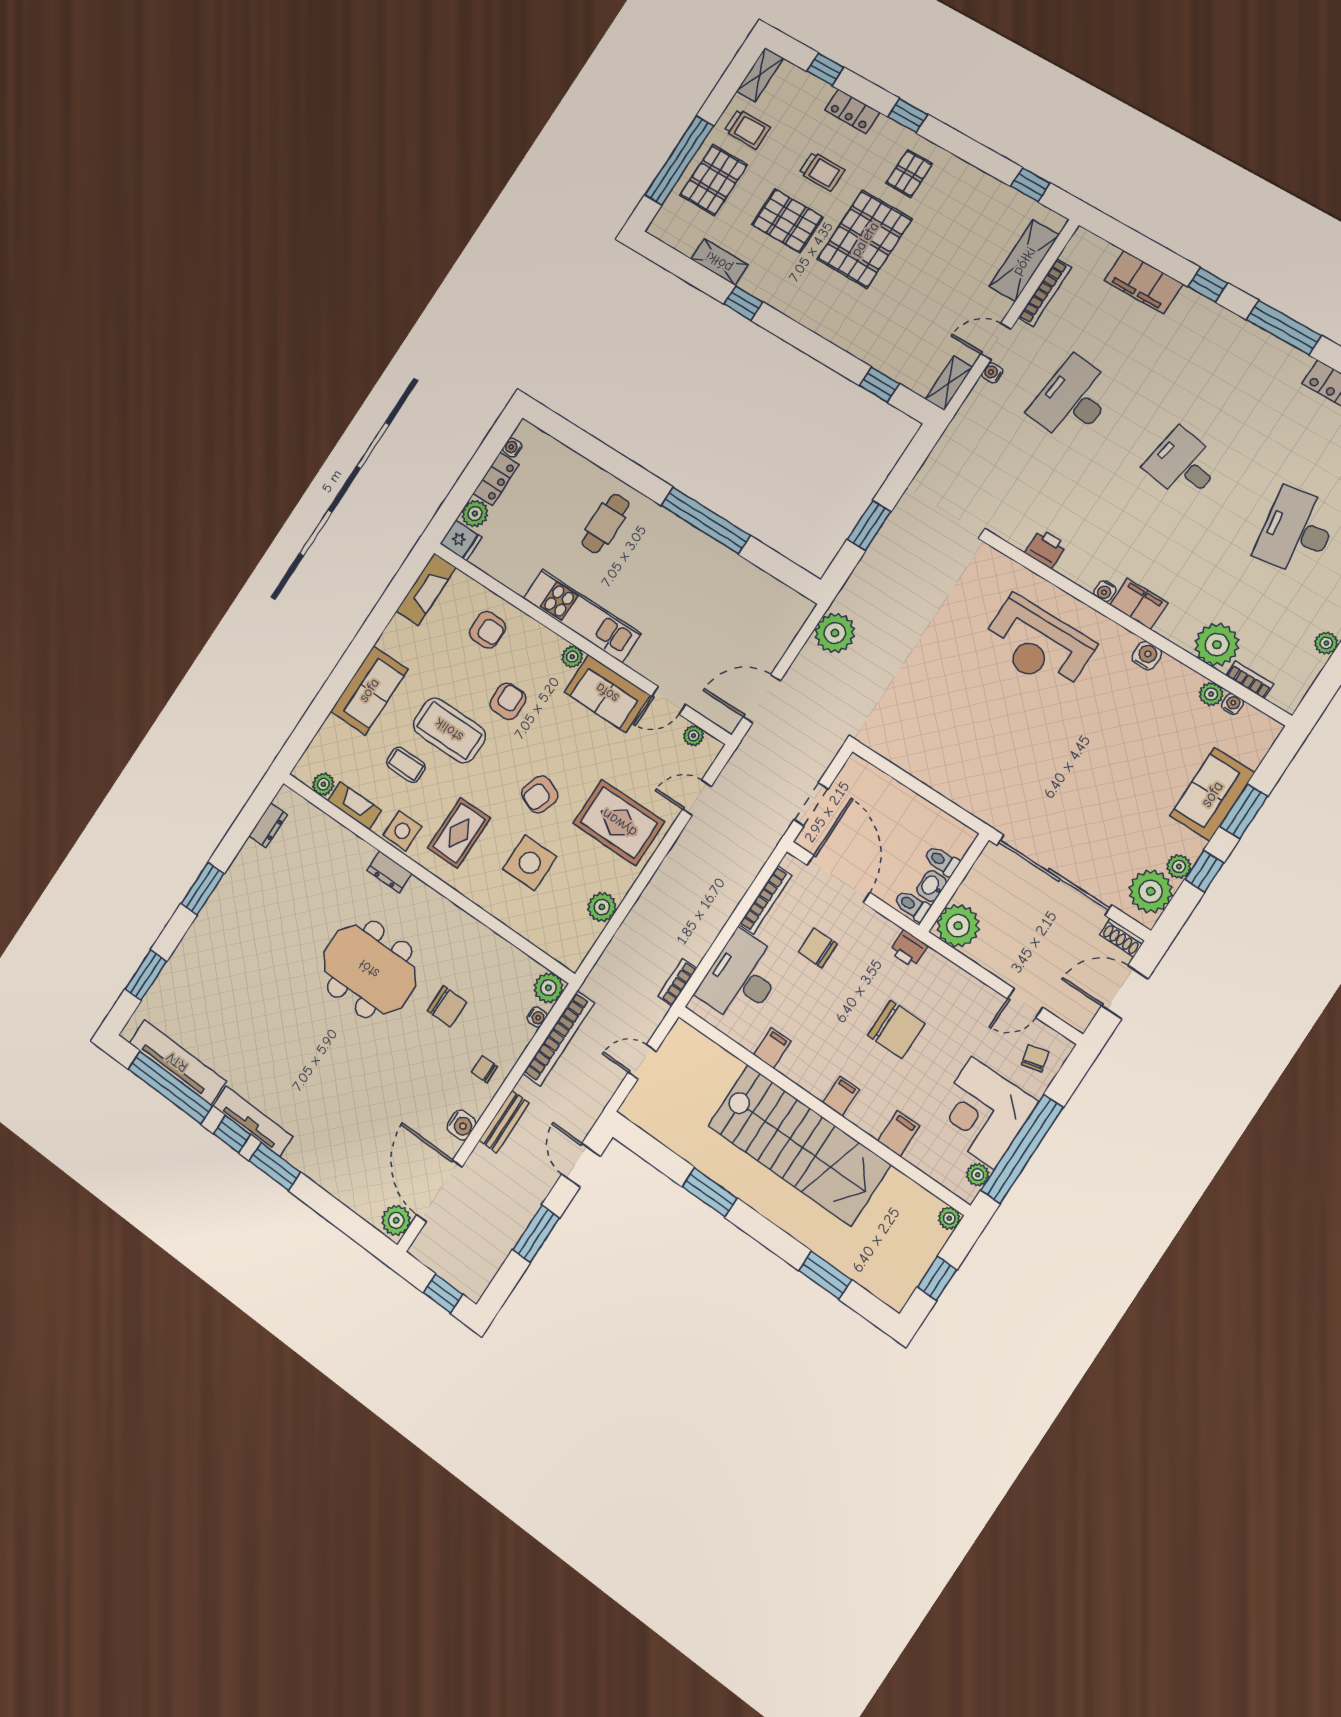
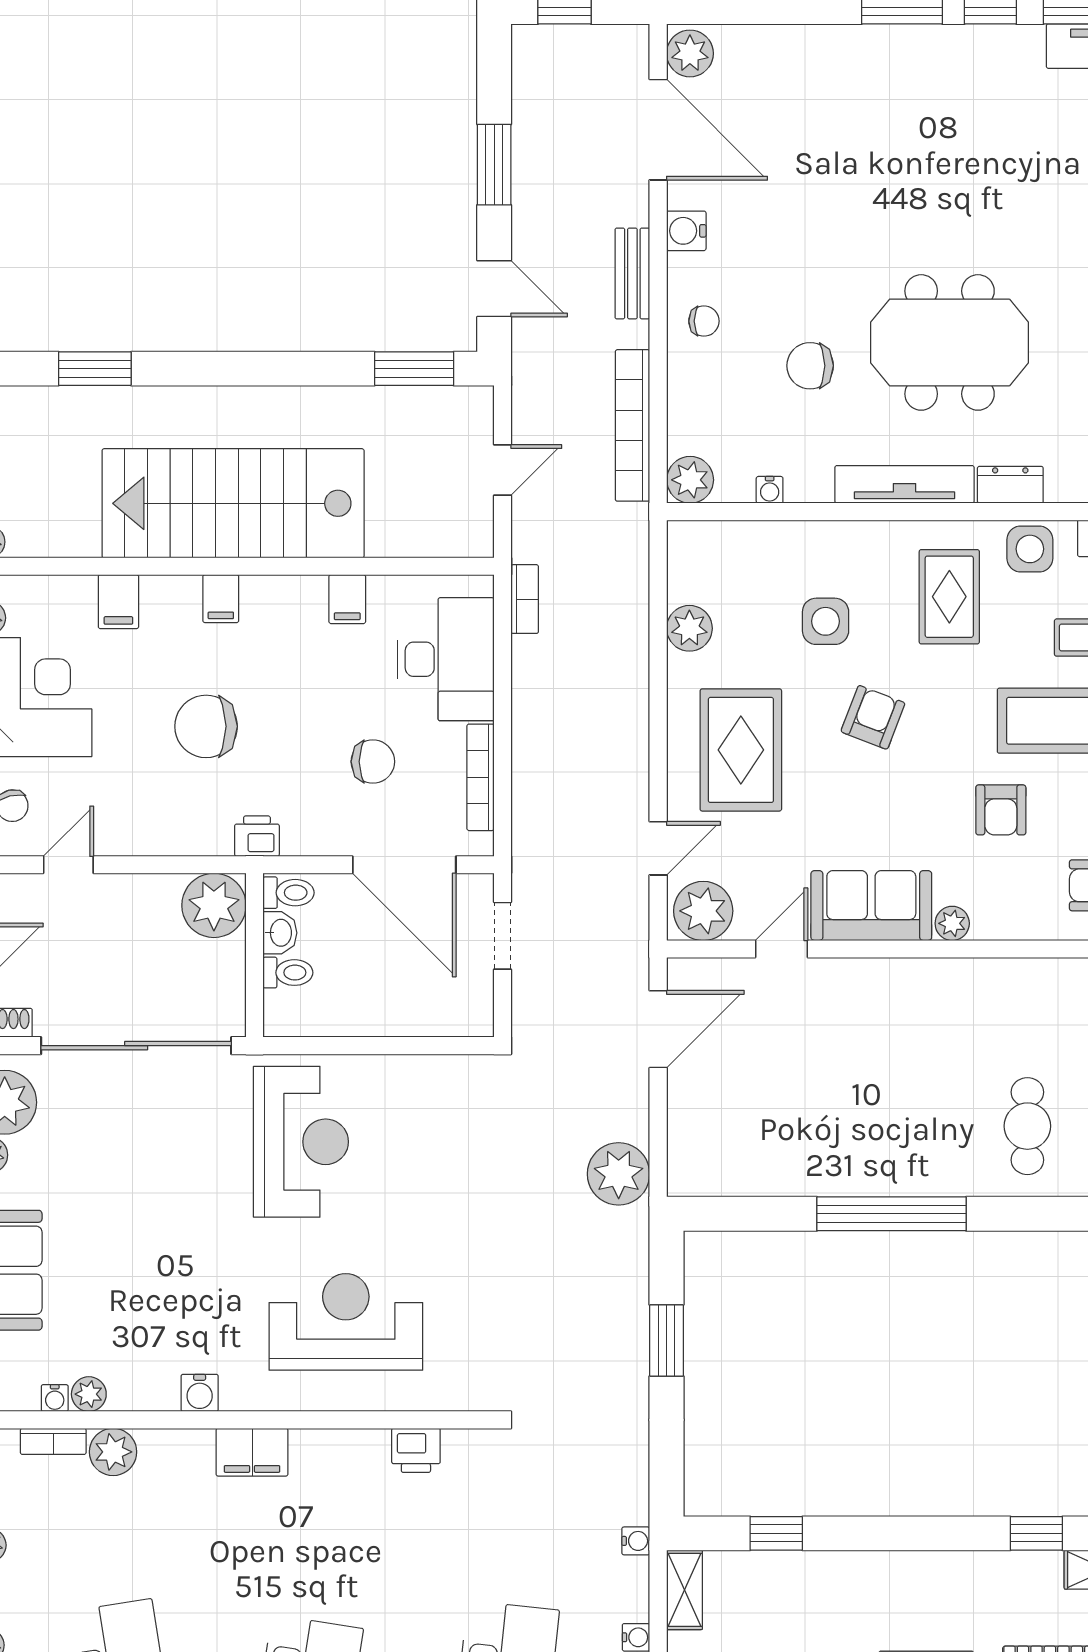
water cooler: (1105, 591) -> (636, 1541), moved, turned 90
kitchen unit: (582, 616) -> (976, 985), removed
plant: (1217, 645) -> (113, 1452), width x0.73, depth x0.73
plant: (694, 736) -> (703, 911), width x1.87, depth x1.87
reception desk: (997, 761) -> (301, 1142), added
rug: (619, 823) -> (741, 750), turned 90
side table: (530, 863) -> (826, 621), width x0.73, depth x0.73
water cooler: (537, 1017) -> (770, 490), moved, turned -90
tv unit: (253, 1121) -> (904, 484), moved, turned 180
window: (710, 1192) -> (414, 369), moved

